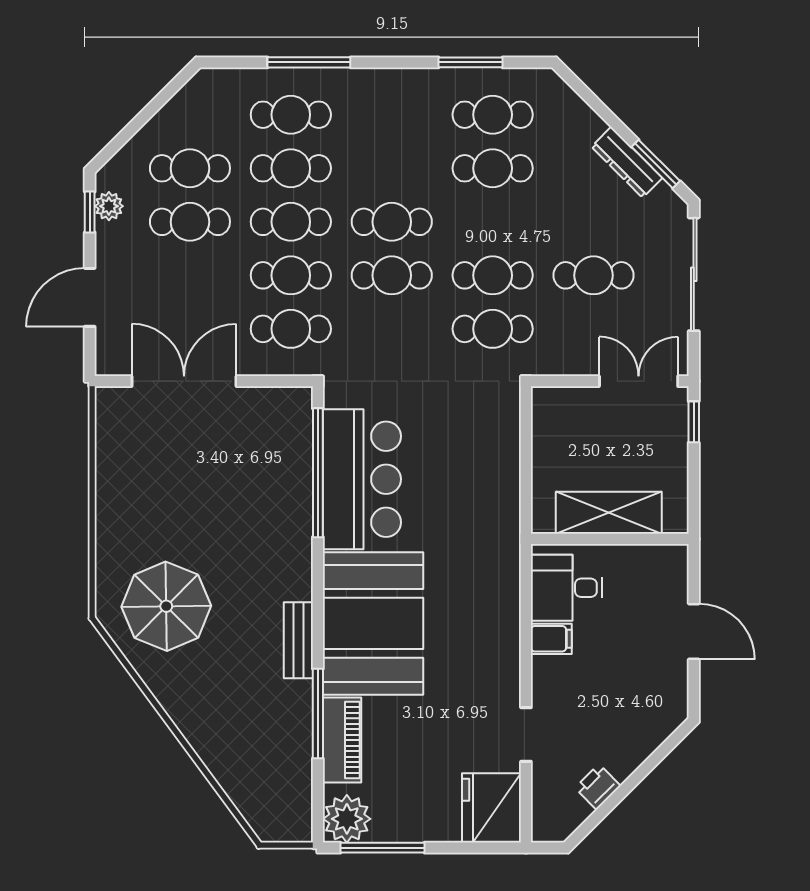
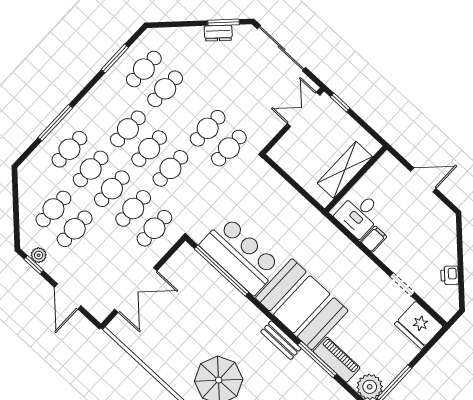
dresser: (627, 162) -> (218, 33), width x0.70
cafe table: (594, 275) -> (128, 129), moved
double door: (184, 381) -> (136, 290), swing flipped

